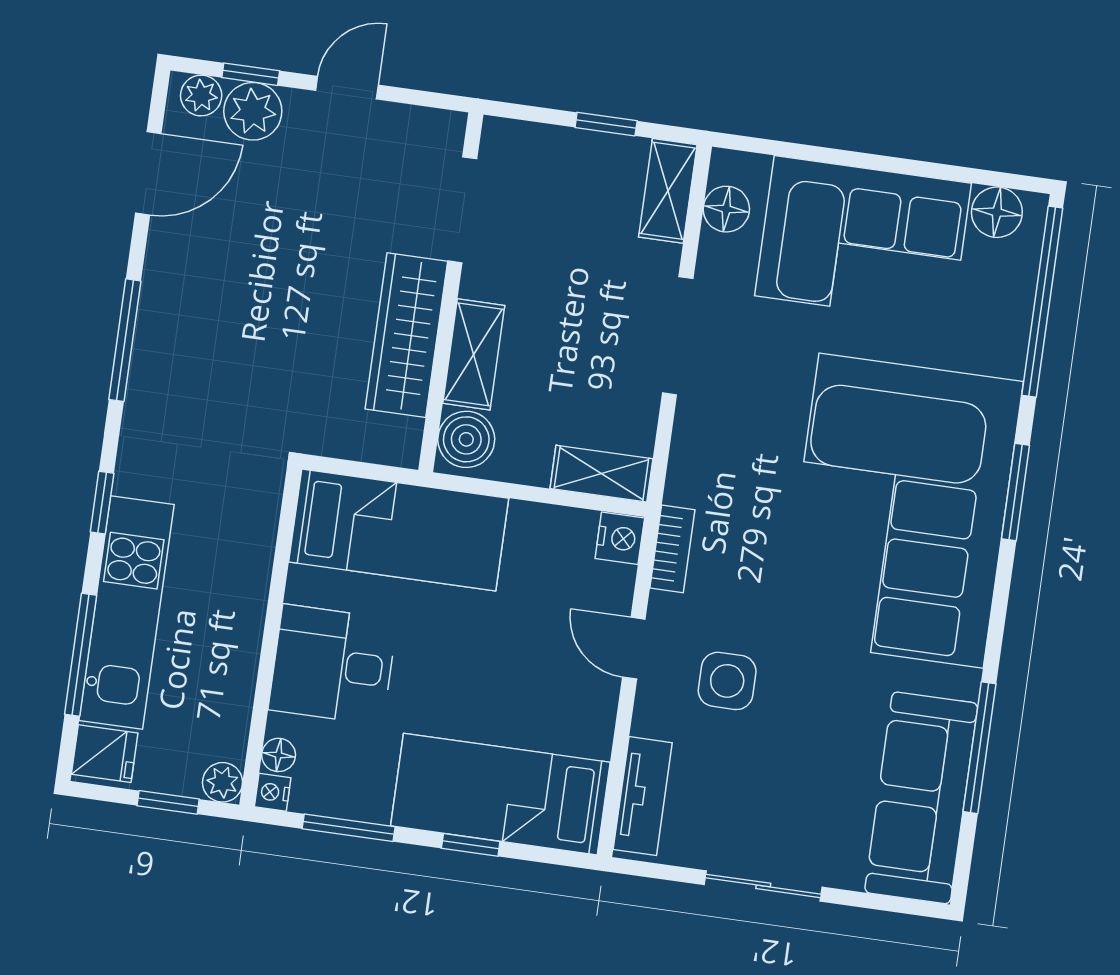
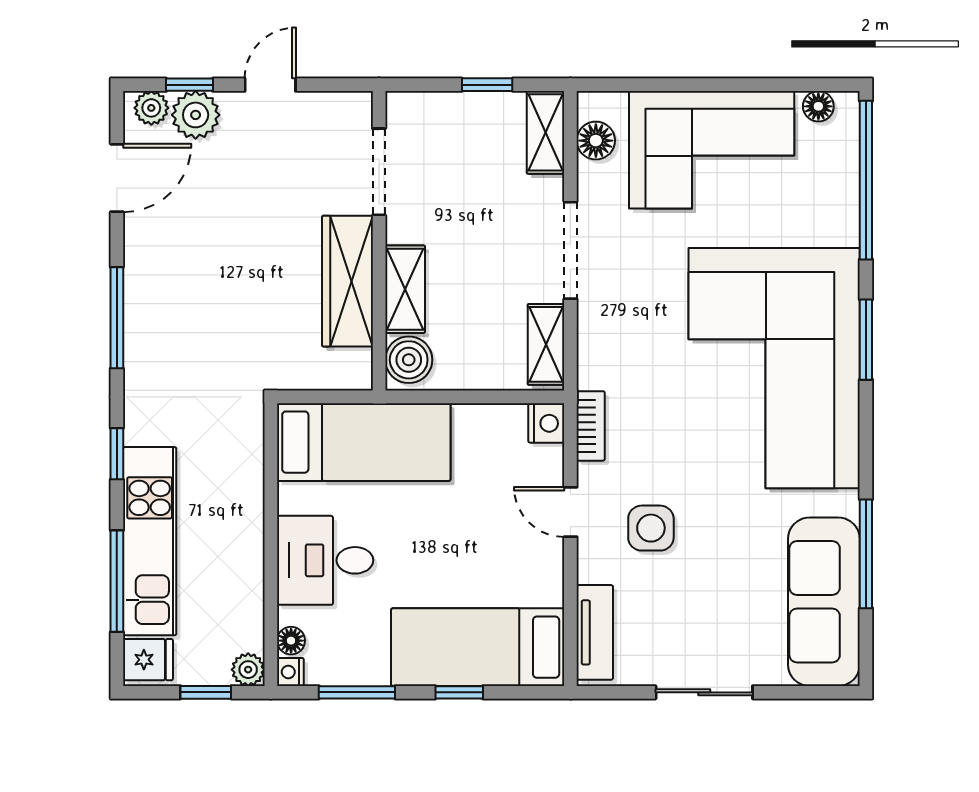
floor lamp: (997, 212) -> (818, 106), width x0.73, depth x0.73
shelving: (601, 474) -> (546, 344), moved, turned 90

